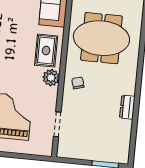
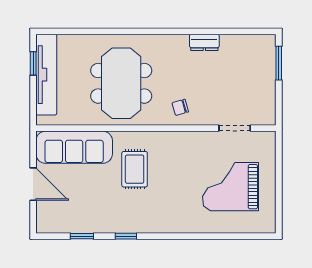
rug: (46, 51) -> (135, 169), moved, turned 90
plant: (51, 78) -> (177, 142), removed

